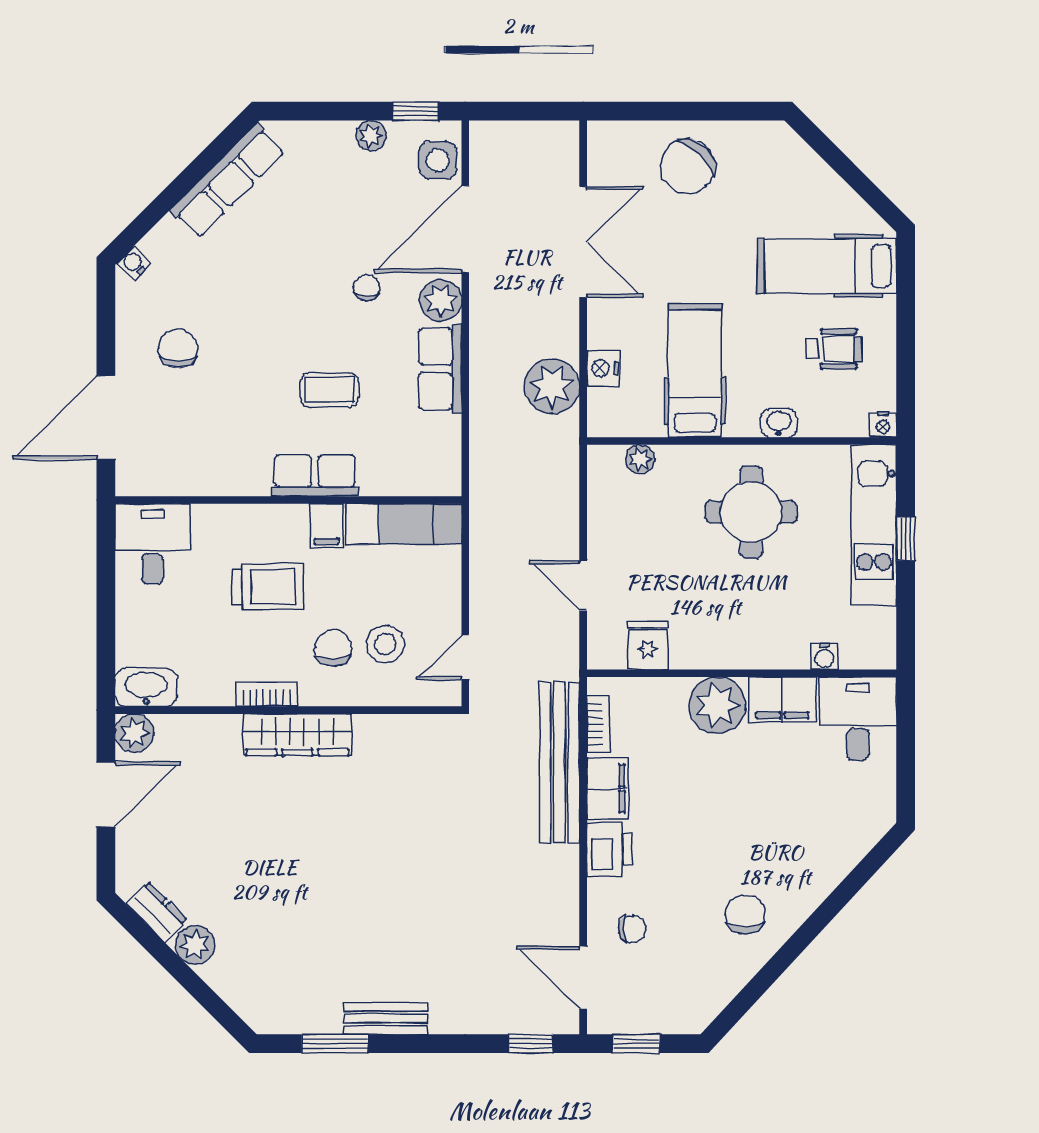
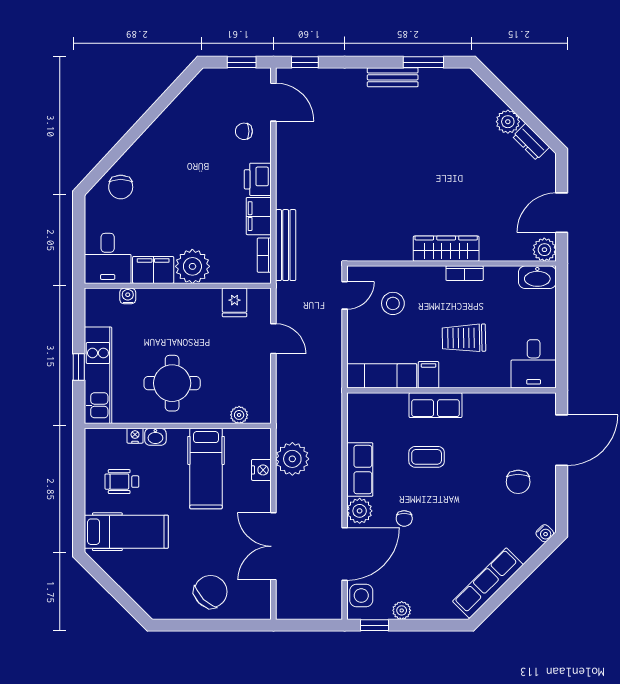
nightstand: (883, 425) -> (135, 436), moved
chair: (333, 648) -> (424, 301), removed
bench: (559, 762) -> (286, 245), width x0.73, depth x0.82
chair: (745, 915) -> (121, 187), moved

